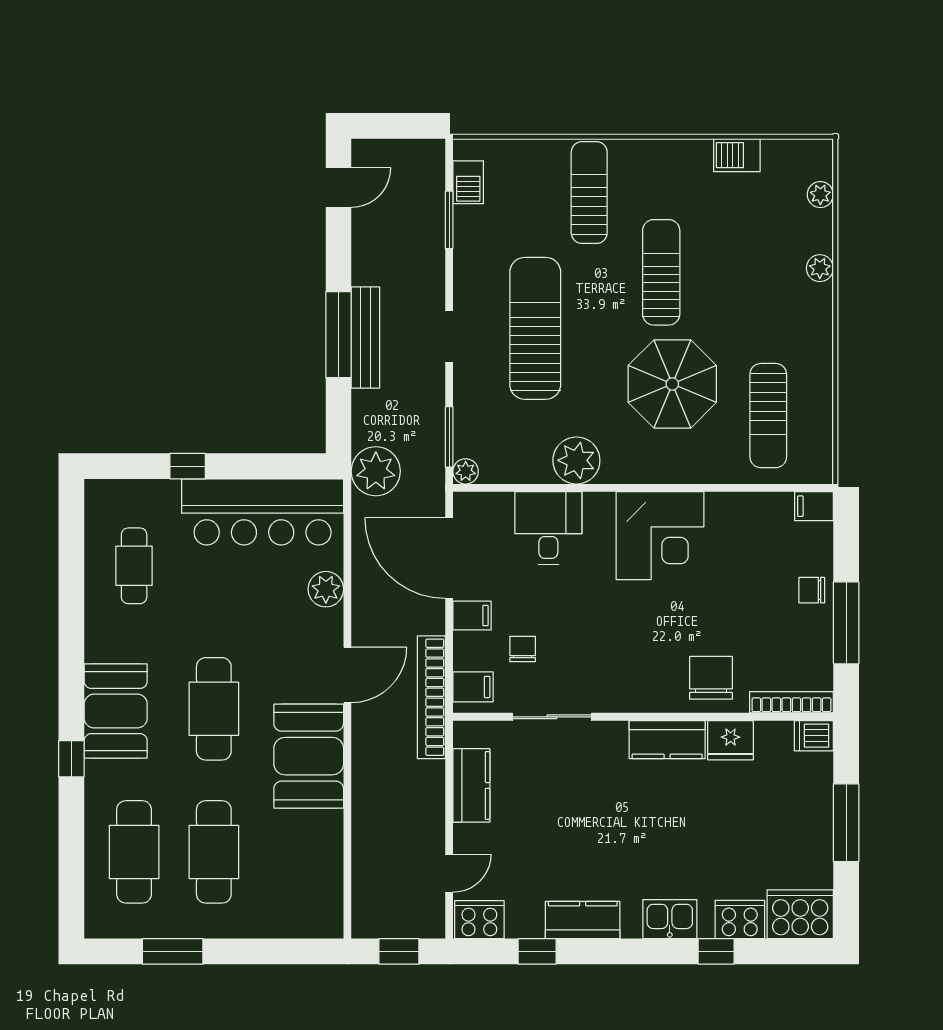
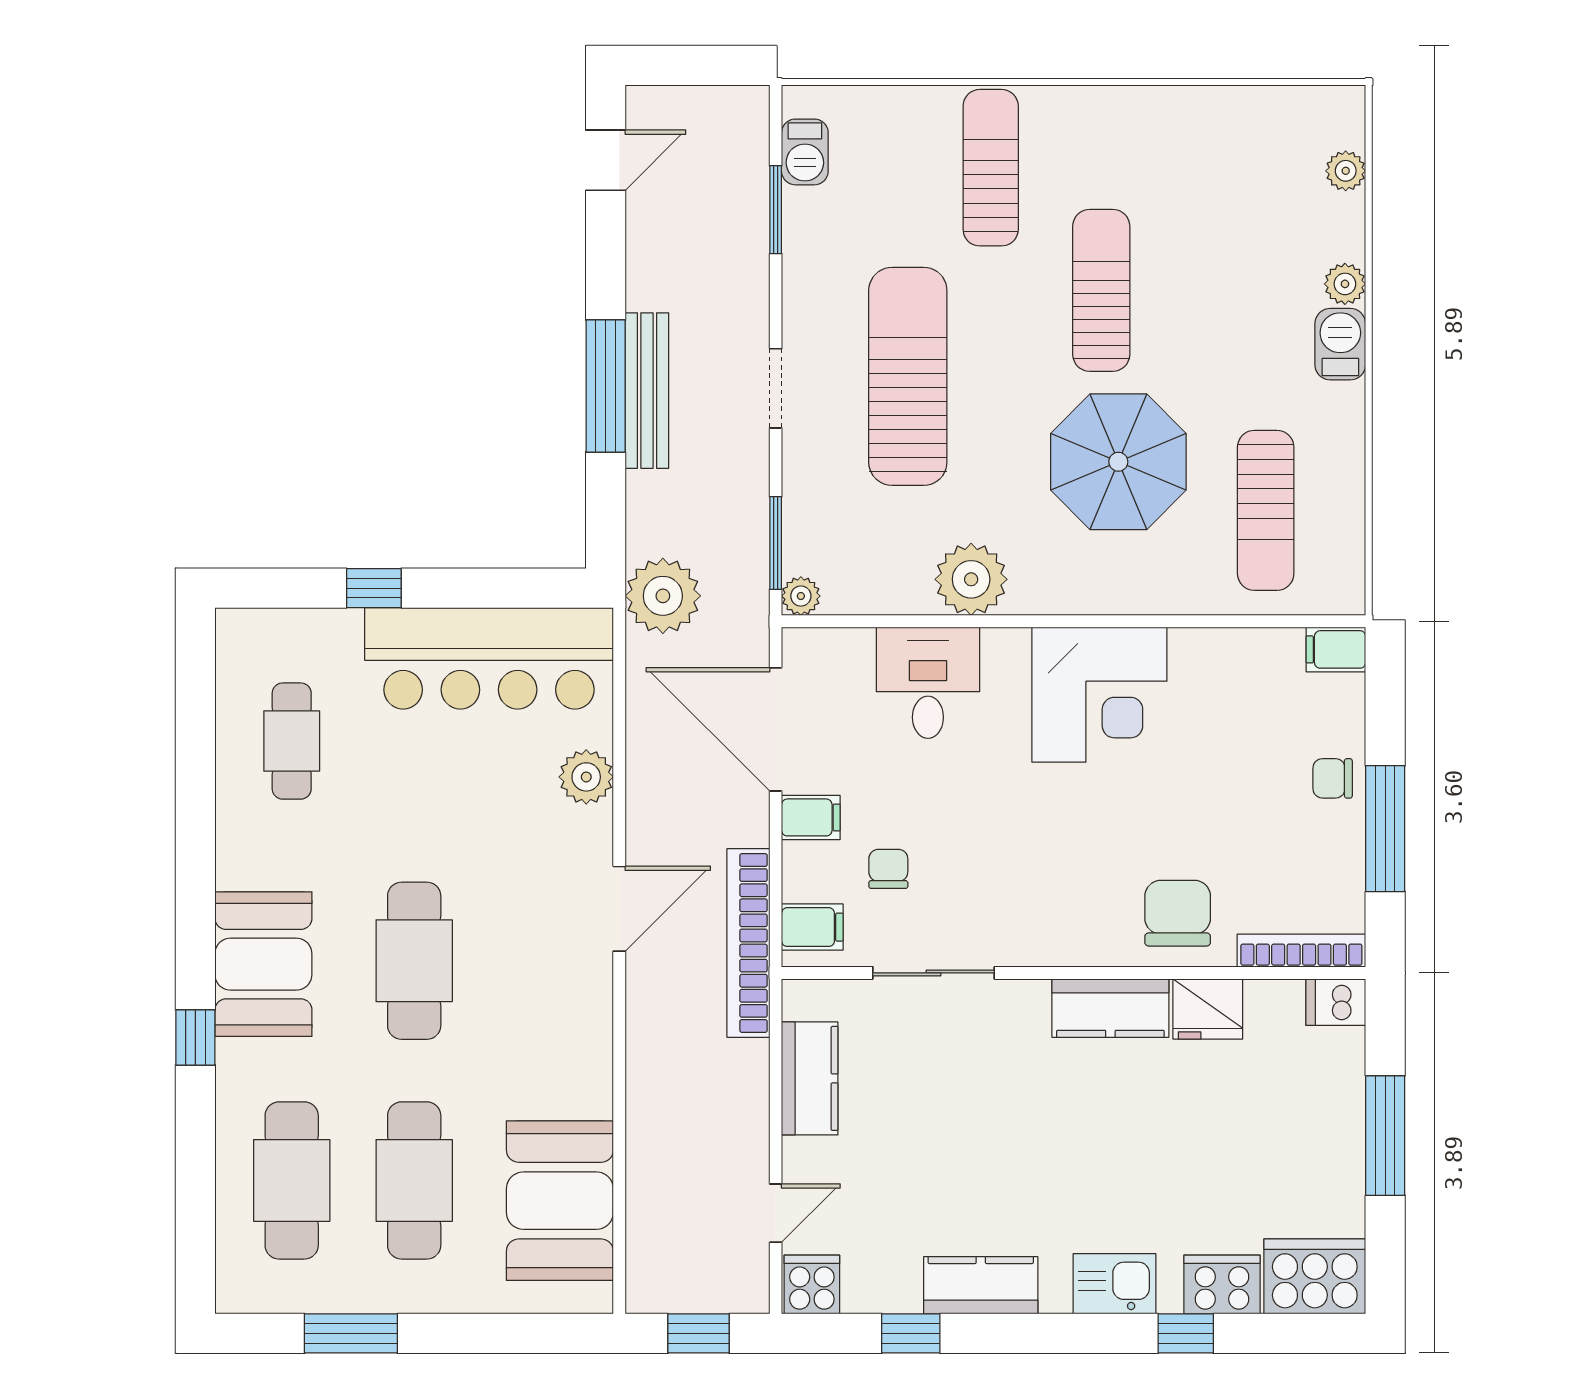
barbecue: (737, 155) -> (1340, 344), moved, turned 90
booth: (309, 756) -> (560, 1201), moved
cooker: (479, 920) -> (812, 1285), width x0.73

